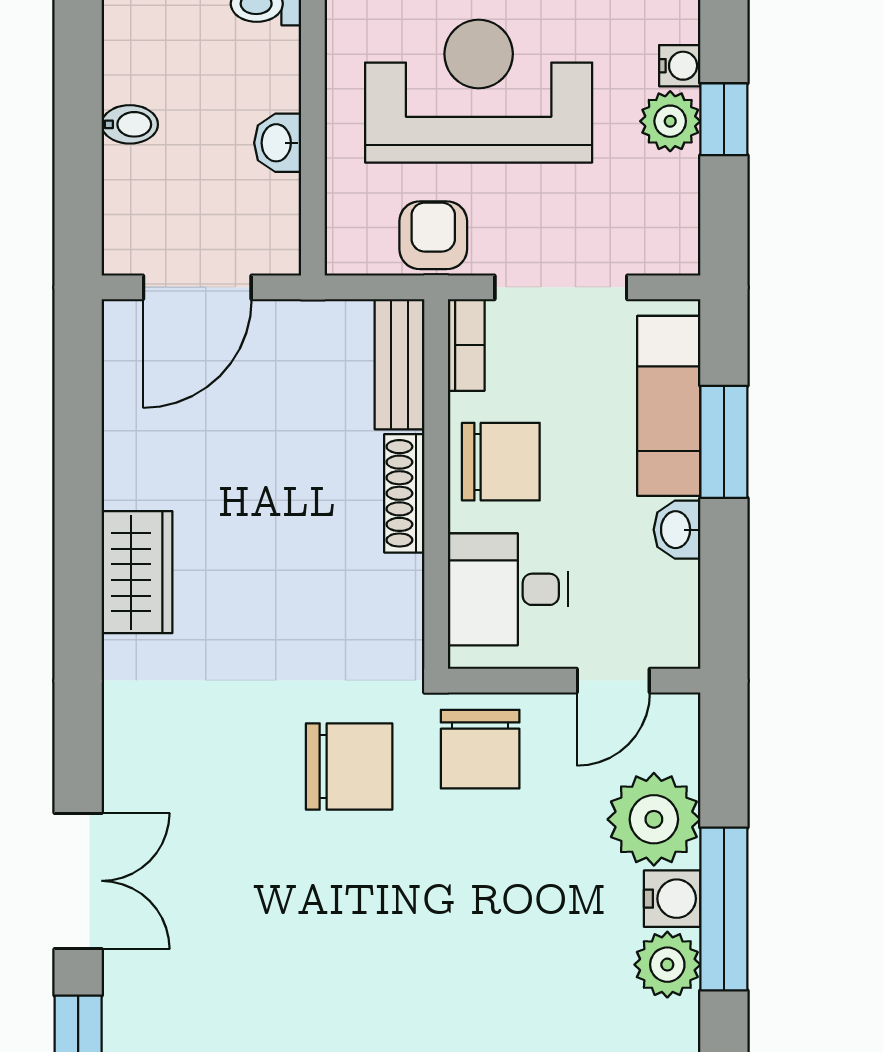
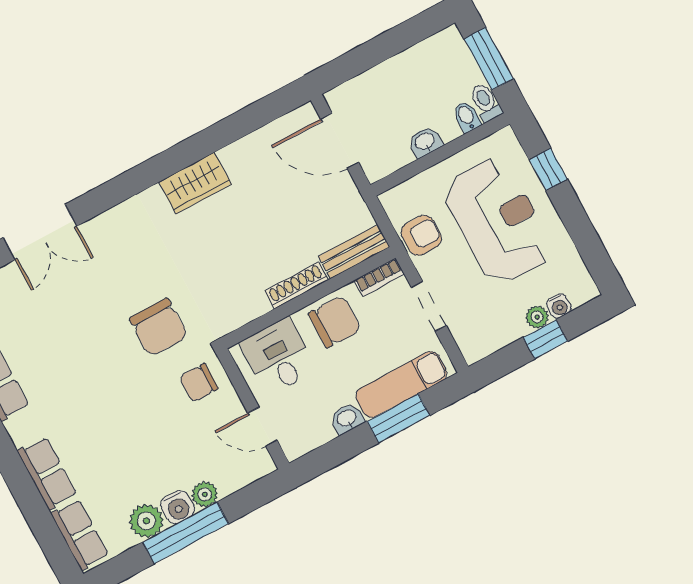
plant: (670, 121) -> (537, 317), width x0.73, depth x0.73
bidet: (130, 124) -> (467, 117), moved, turned 180
doorway: (561, 287) -> (429, 306), width x0.73
chair: (501, 462) -> (335, 322), turned -90
chair: (480, 749) -> (199, 383), width x0.73, depth x0.73
plant: (654, 819) -> (205, 494), width x0.53, depth x0.53

